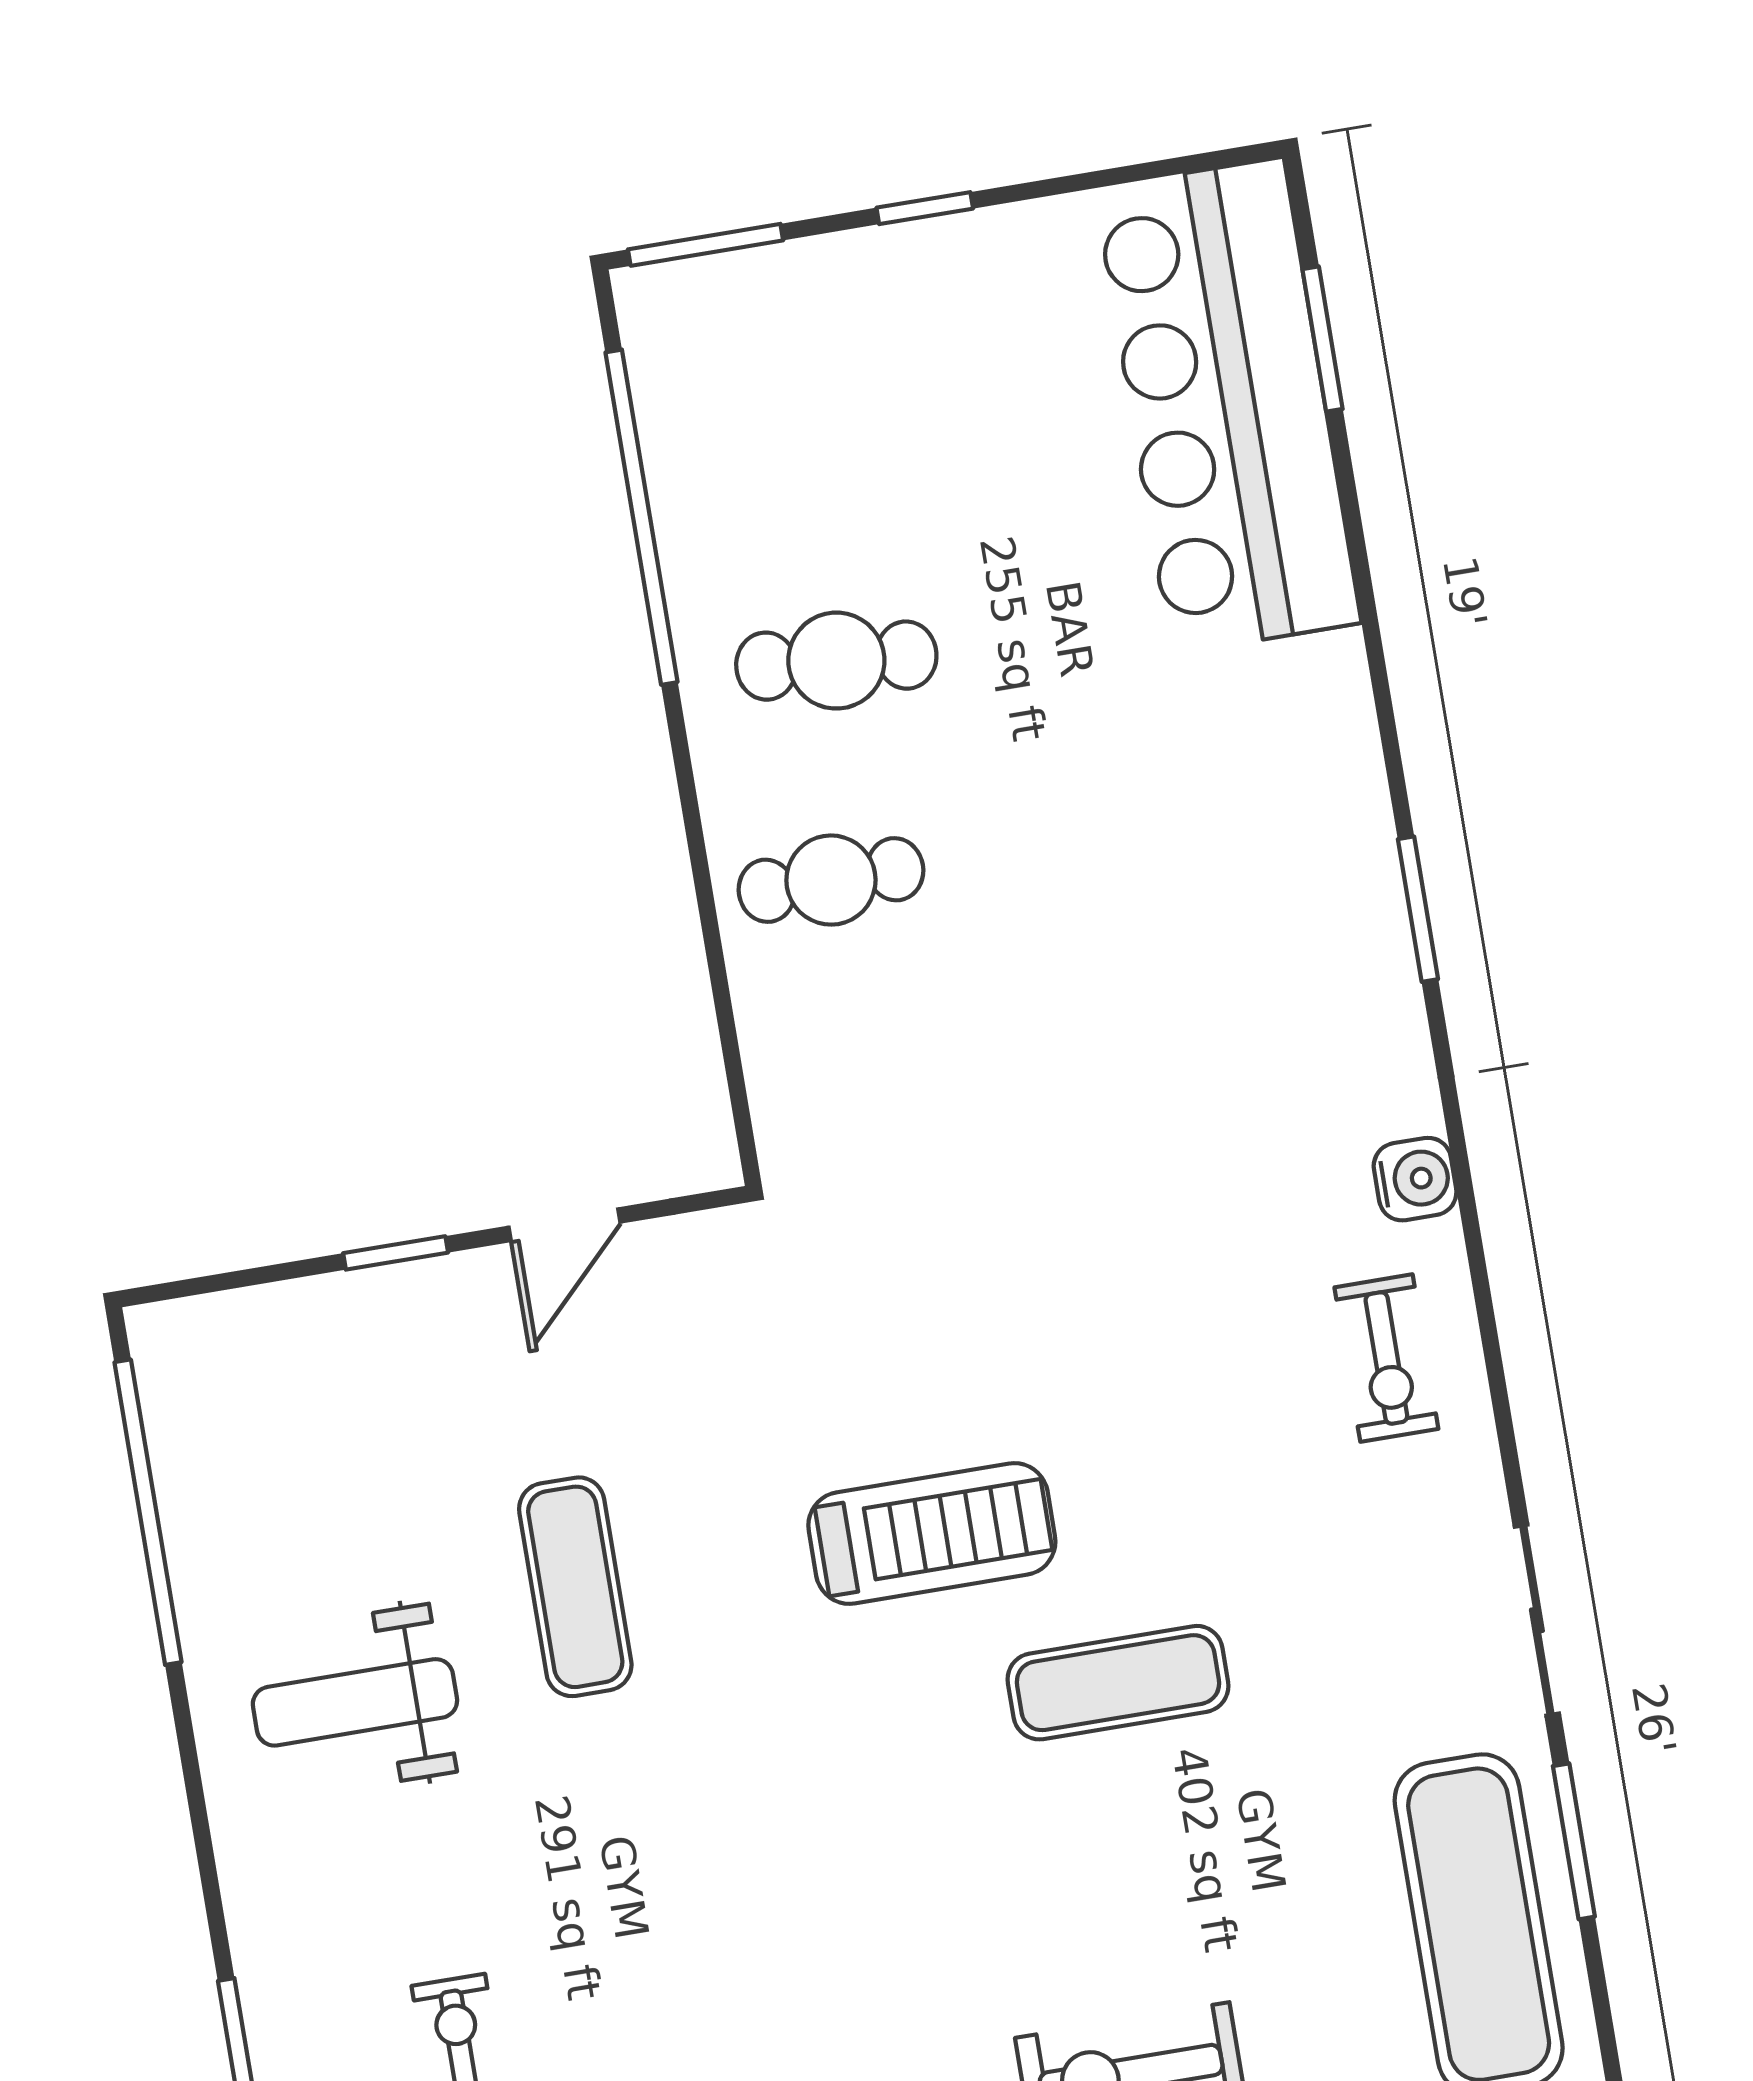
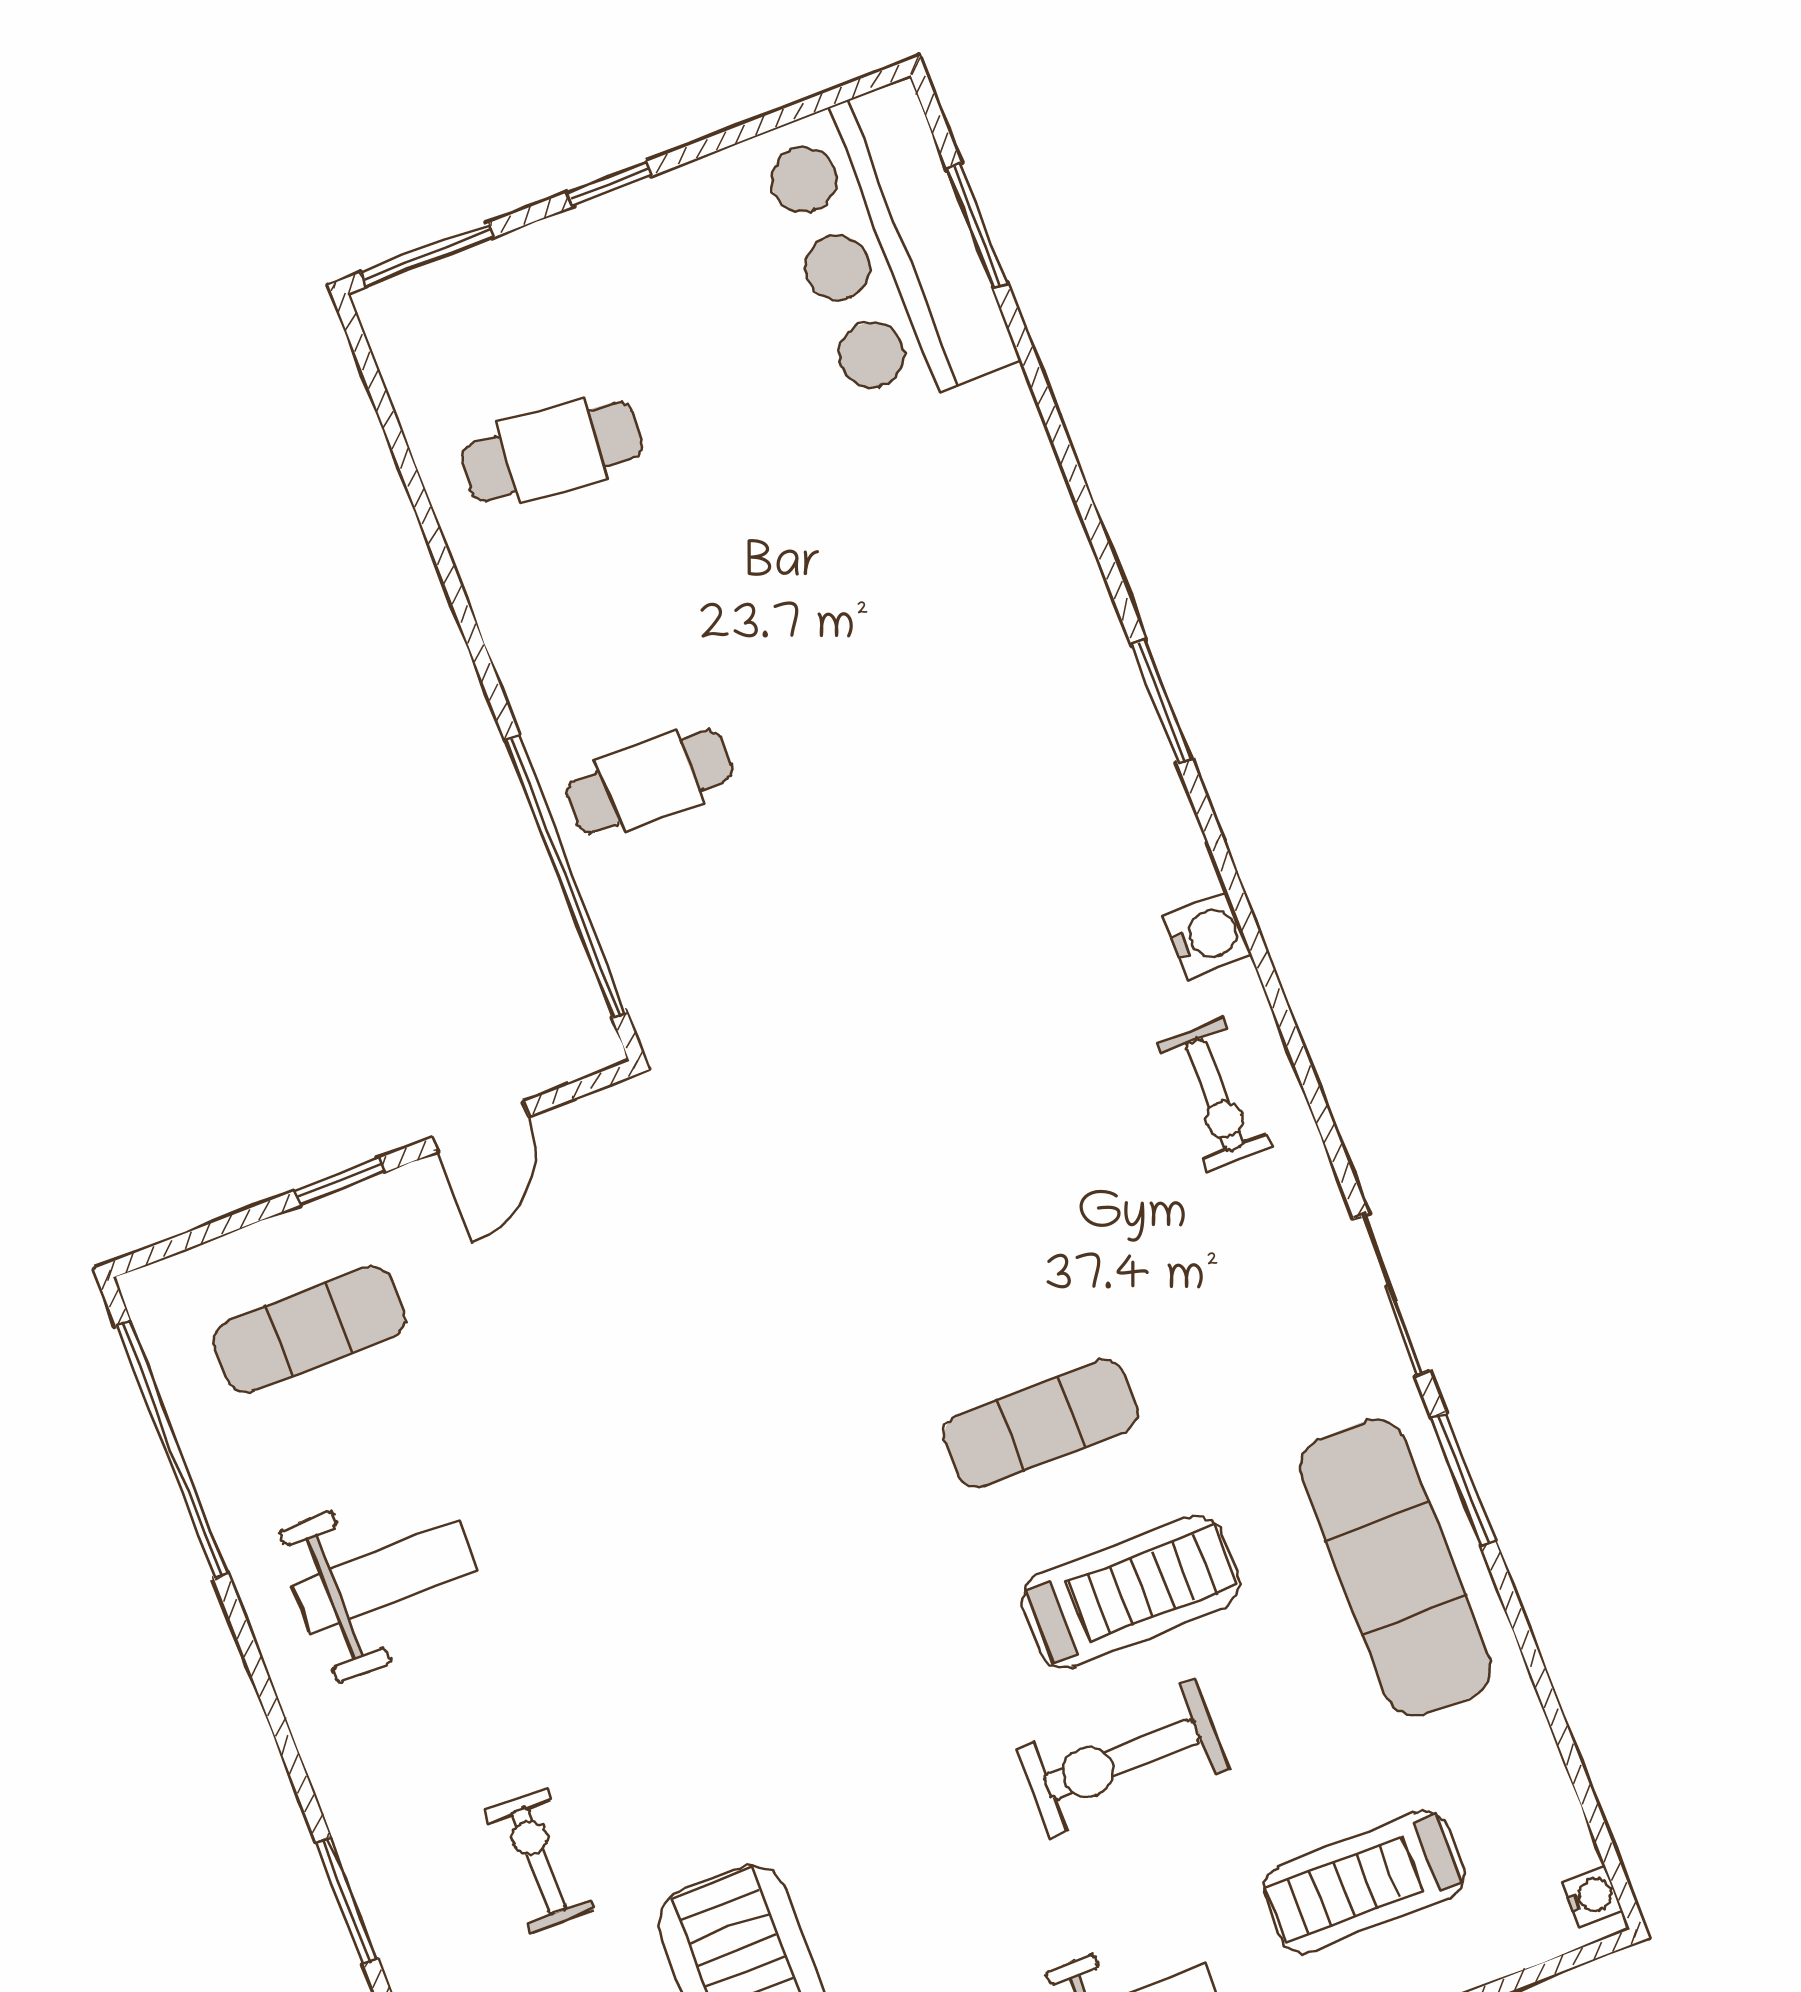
bar counter: (1228, 406) -> (887, 249), width x0.73
window: (641, 517) -> (566, 876), moved
cafe table: (836, 661) -> (552, 451), moved
treadmill: (932, 1534) -> (1131, 1592), moved
exercise mat: (575, 1587) -> (309, 1329), moved, turned 90
weight bench: (355, 1702) -> (385, 1577), turned 180

